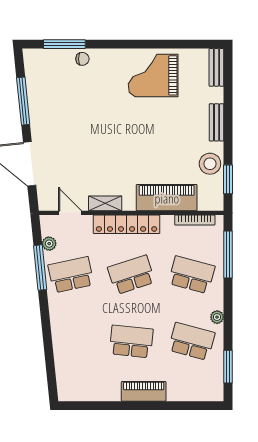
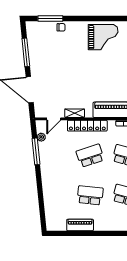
grand piano: (153, 75) -> (103, 37), turned 180
door: (70, 213) -> (54, 119), swing flipped
school desk: (71, 275) -> (54, 156), removed
piano: (144, 391) -> (80, 225), moved

